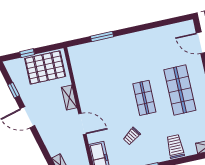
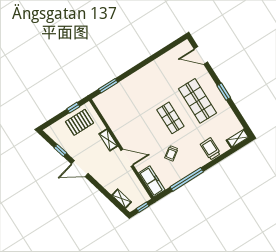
window: (102, 36) -> (108, 86), moved
window: (27, 53) -> (73, 108), moved
pallet: (45, 67) -> (80, 122), width x0.73, depth x0.71

